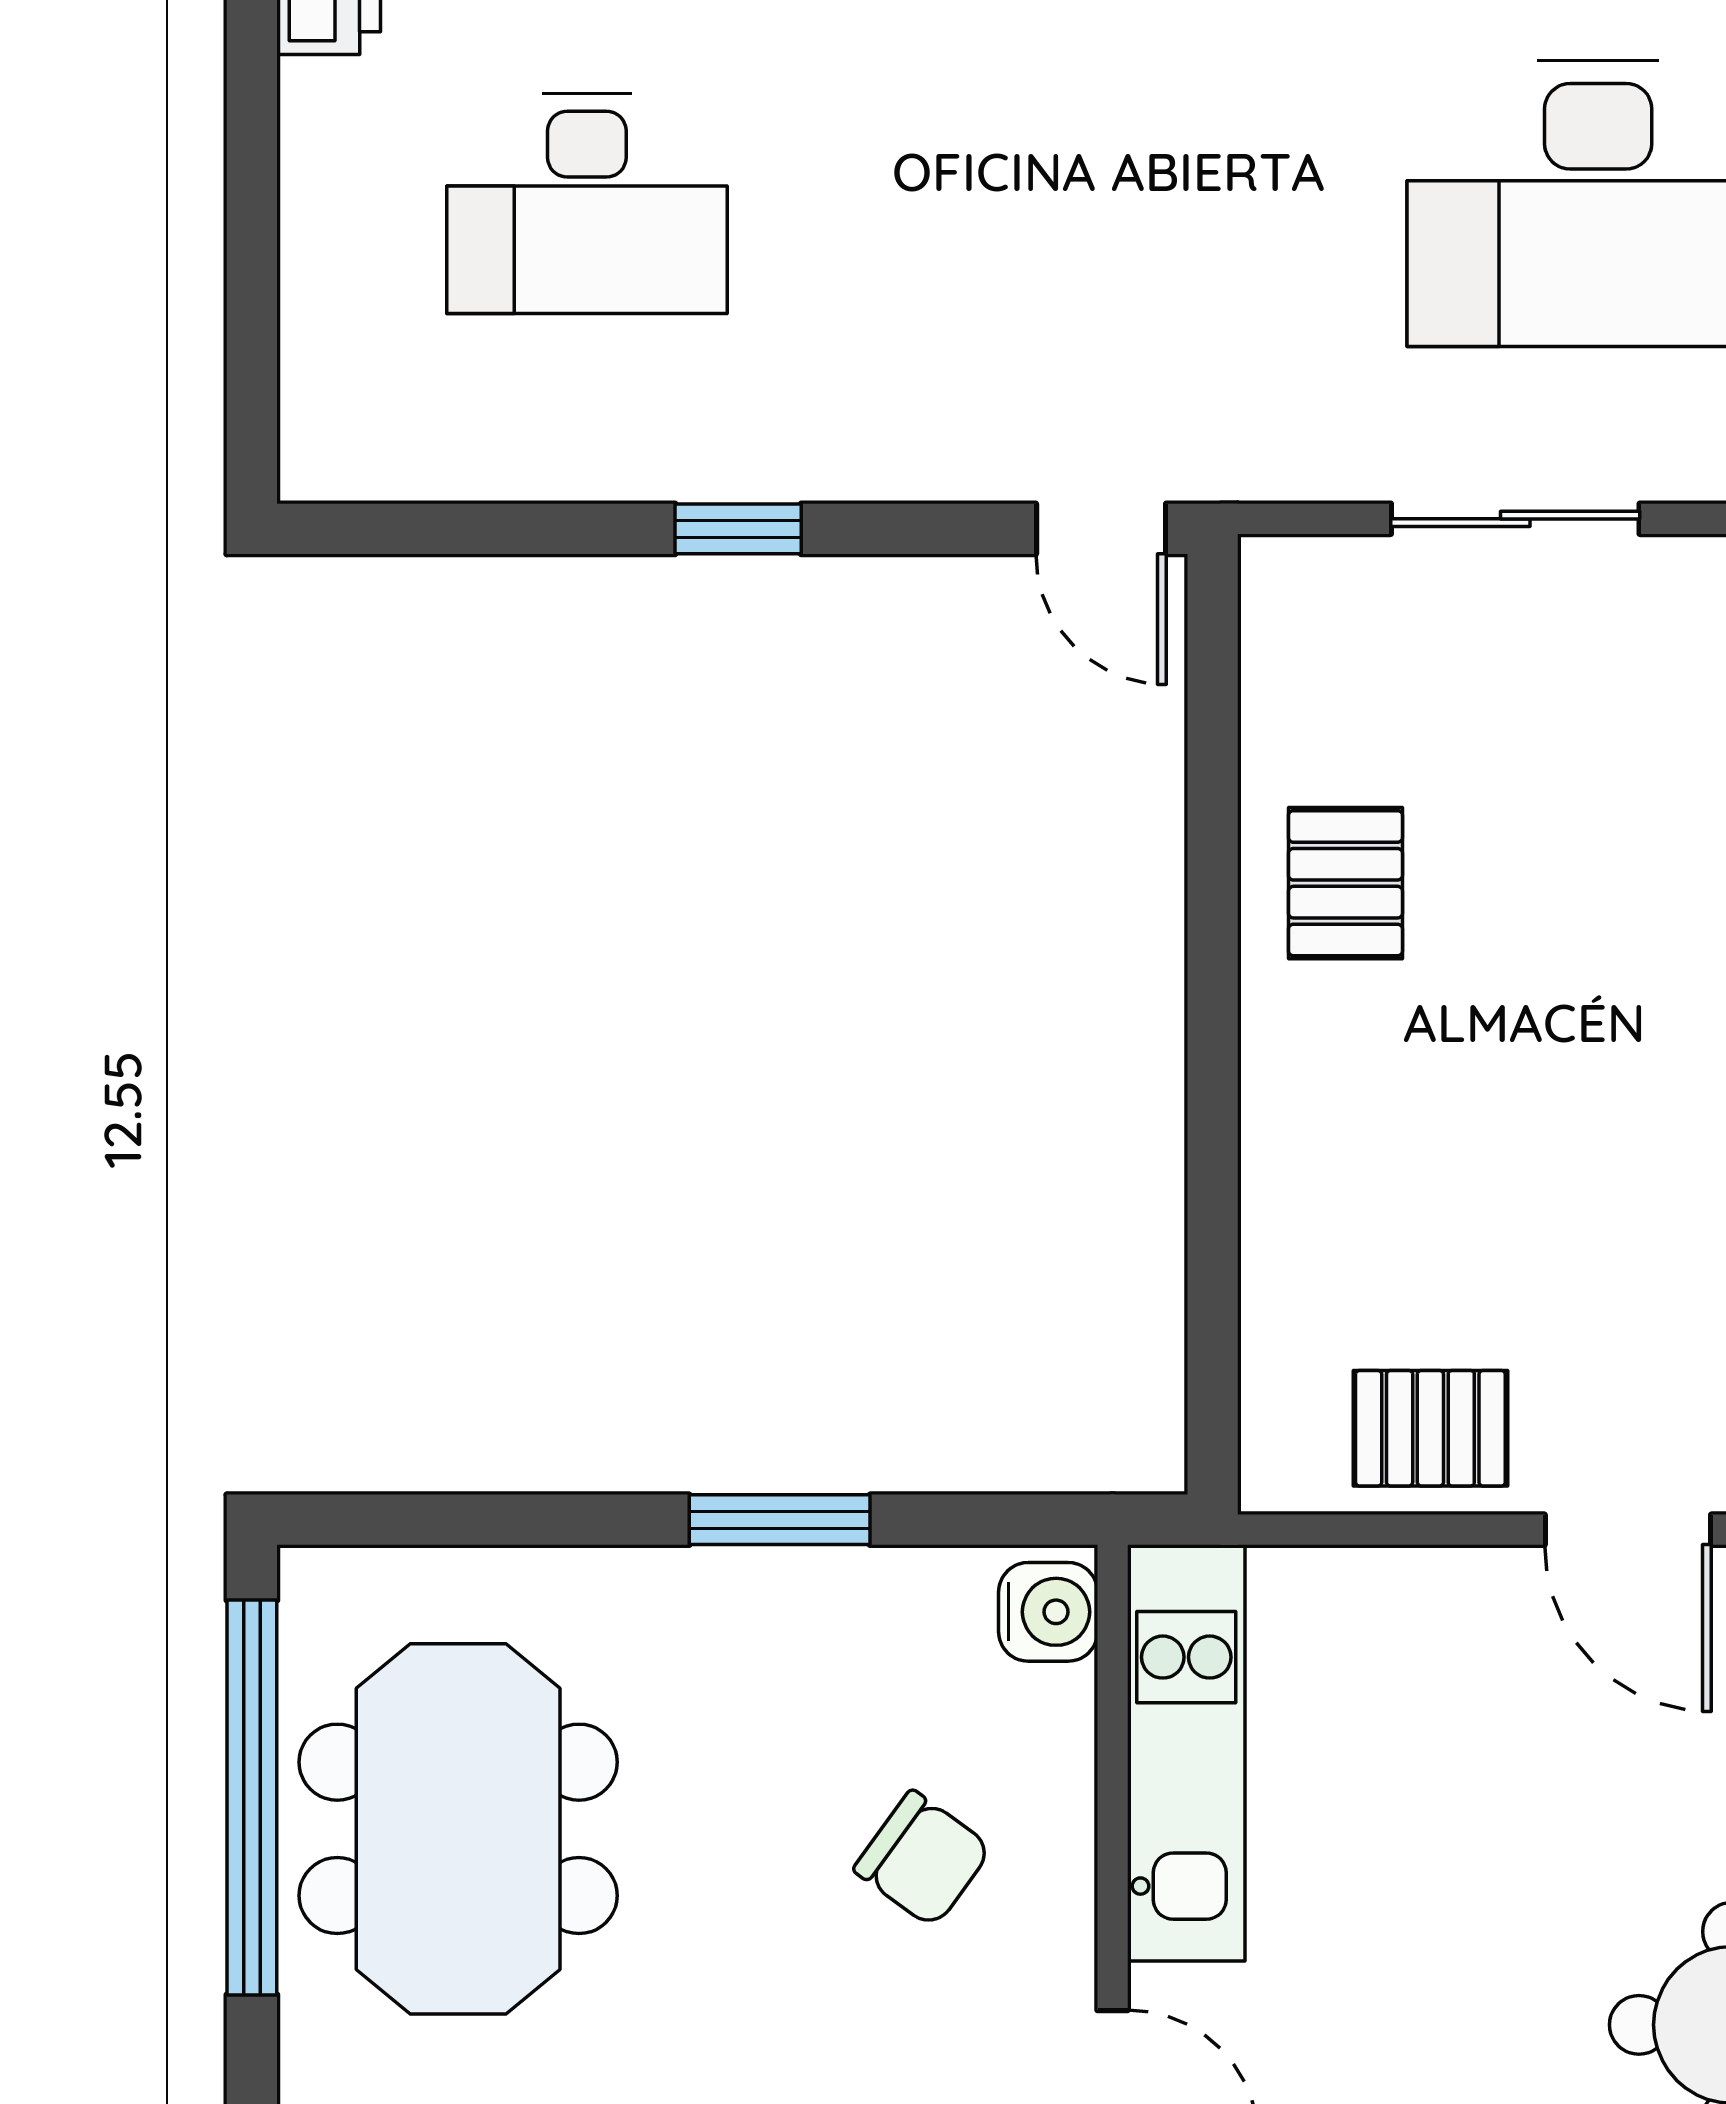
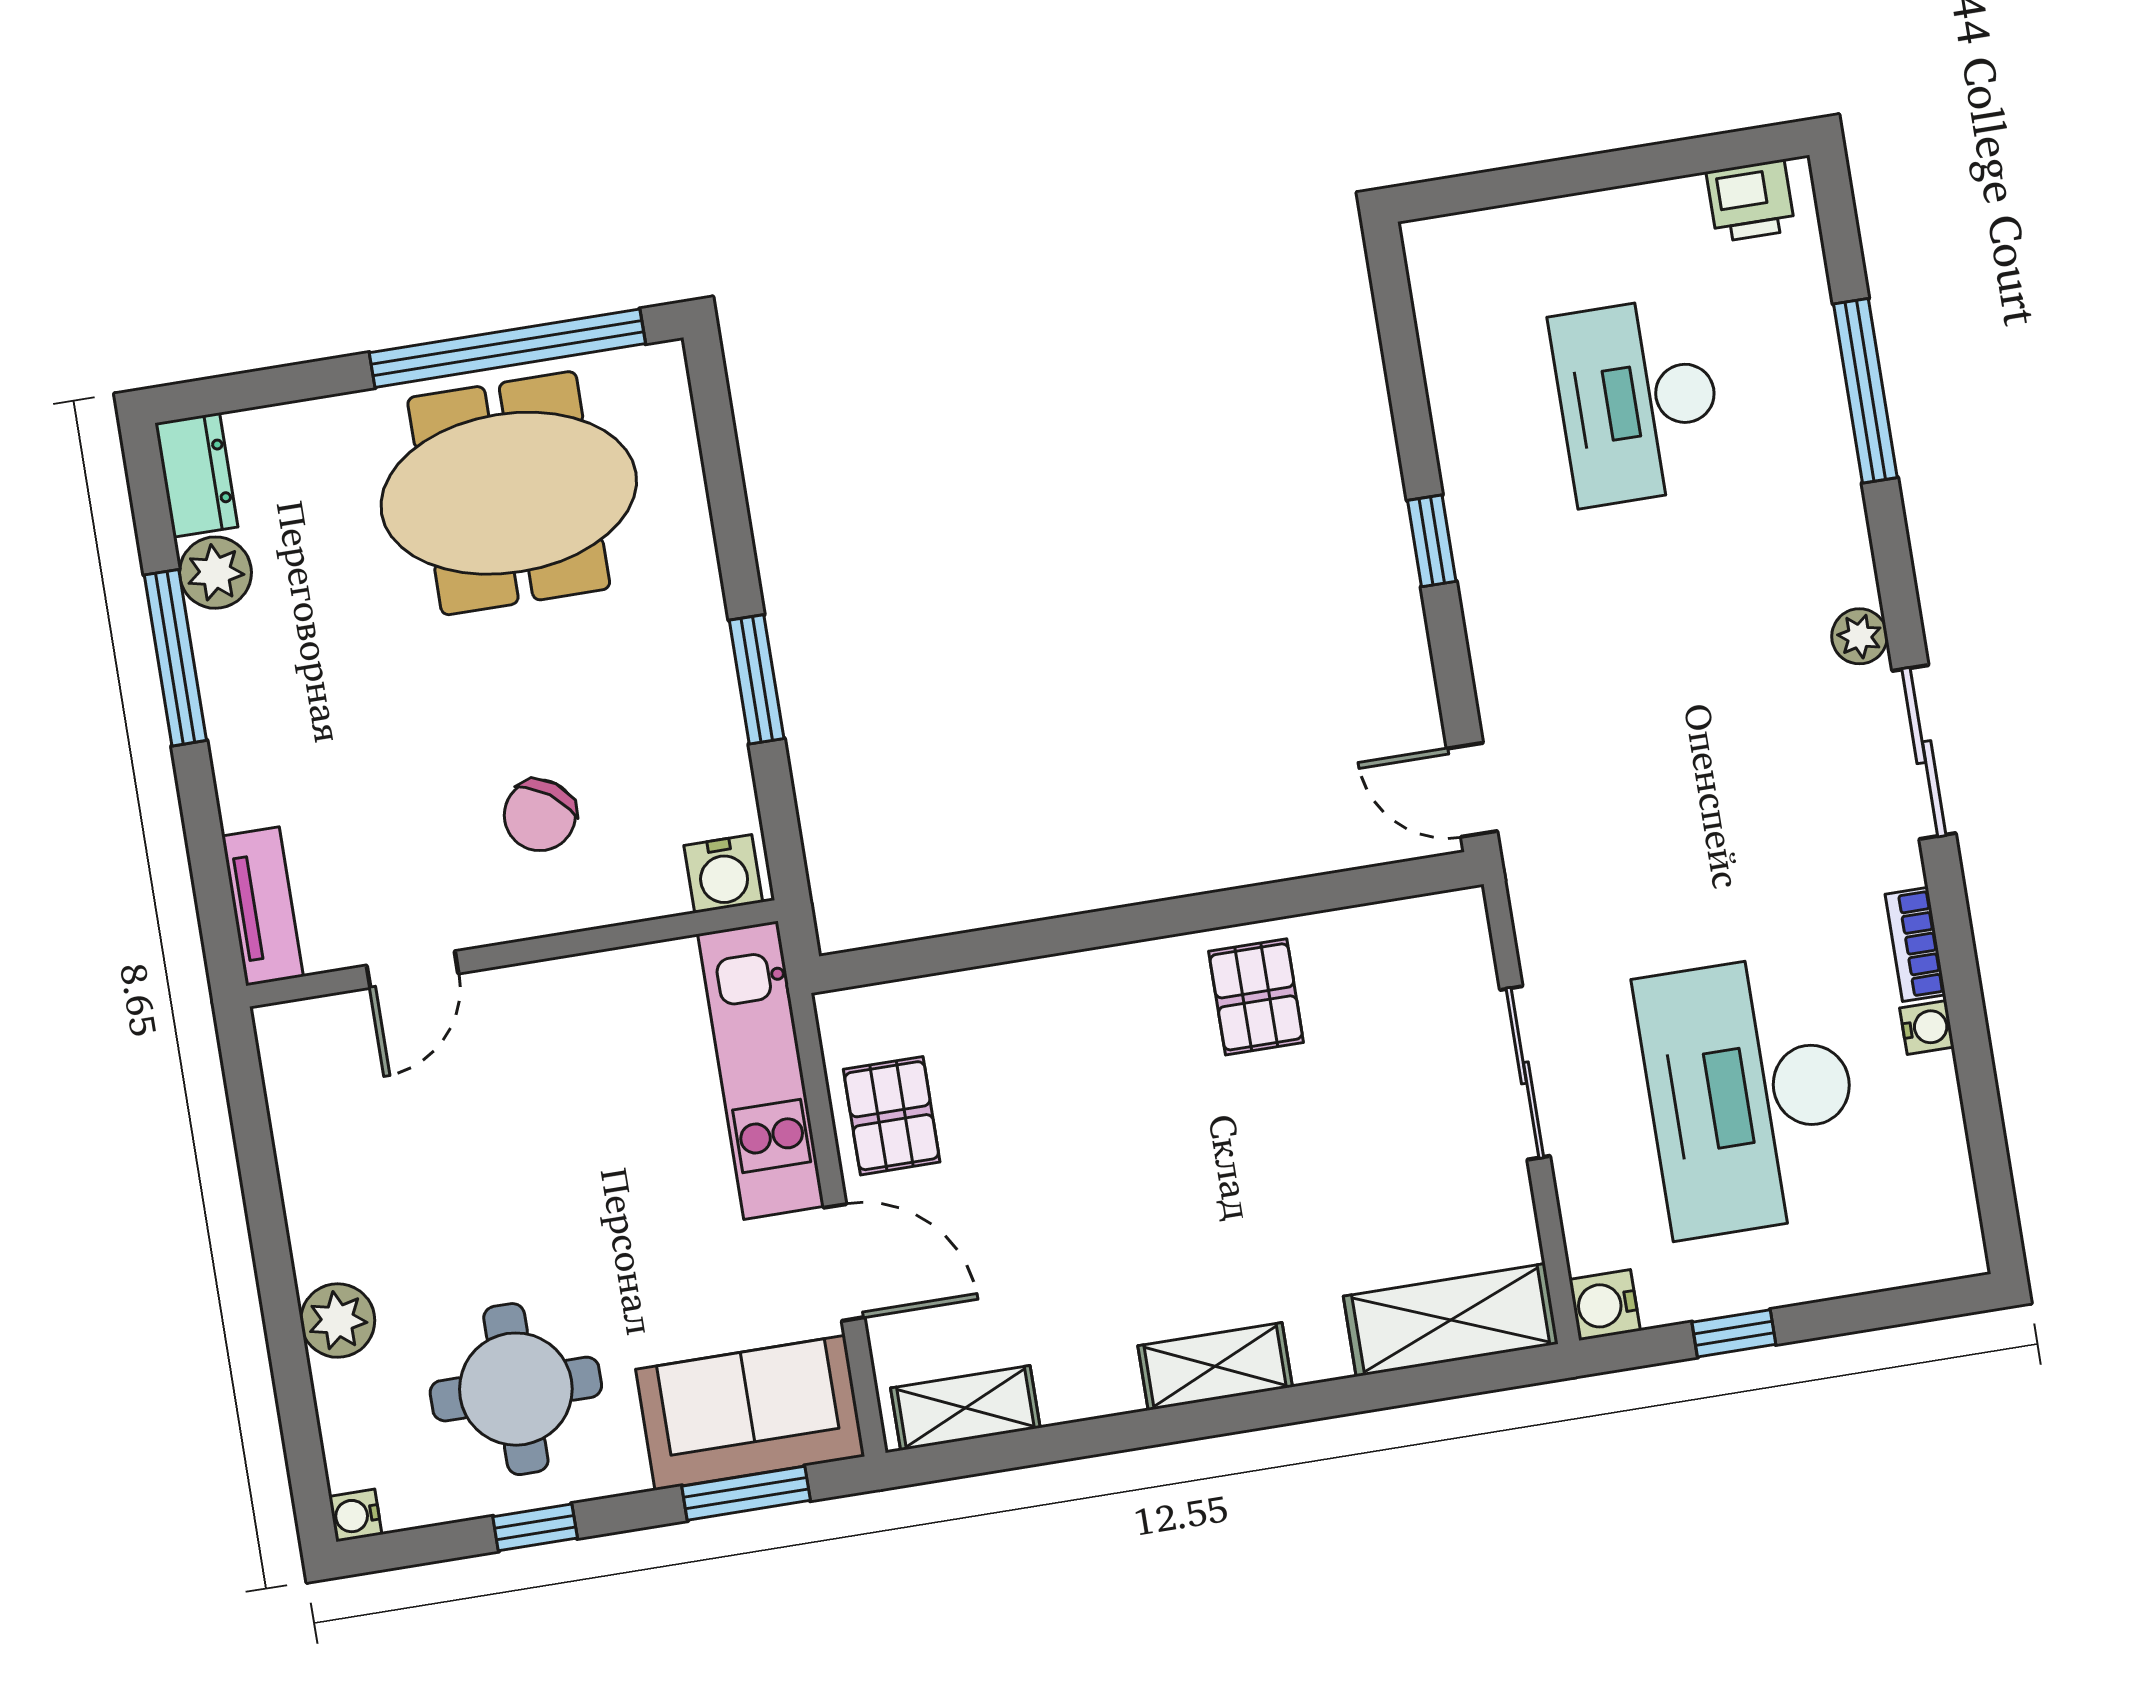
door: (1101, 529) -> (1472, 790), hinge flipped
pallet: (1345, 883) -> (1256, 997), turned 90
door: (1628, 1530) -> (844, 1262), swing flipped
kitchen unit: (1186, 1753) -> (761, 1070), moved, turned 90

